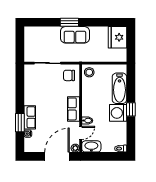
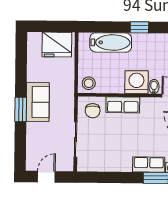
fridge: (118, 37) -> (57, 45), moved
door: (20, 42) -> (46, 177), added
row of seats: (74, 109) -> (123, 105), moved
washing machine: (118, 113) -> (136, 82), moved, turned 180

